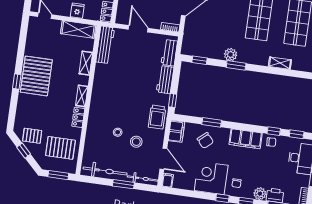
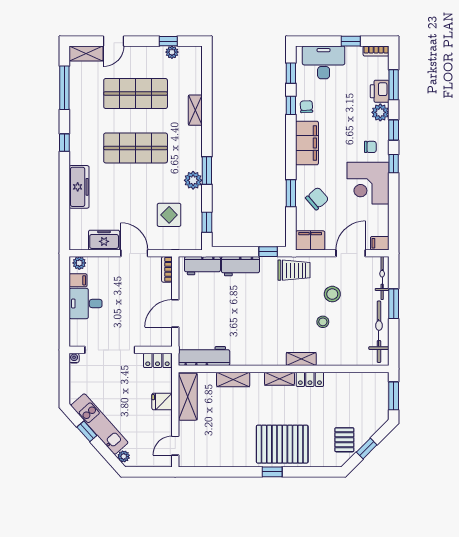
display table: (208, 34) -> (169, 215), added
pallet: (36, 76) -> (282, 444), moved
shelving: (94, 113) -> (301, 359), added
pallet: (60, 148) -> (356, 398), removed

